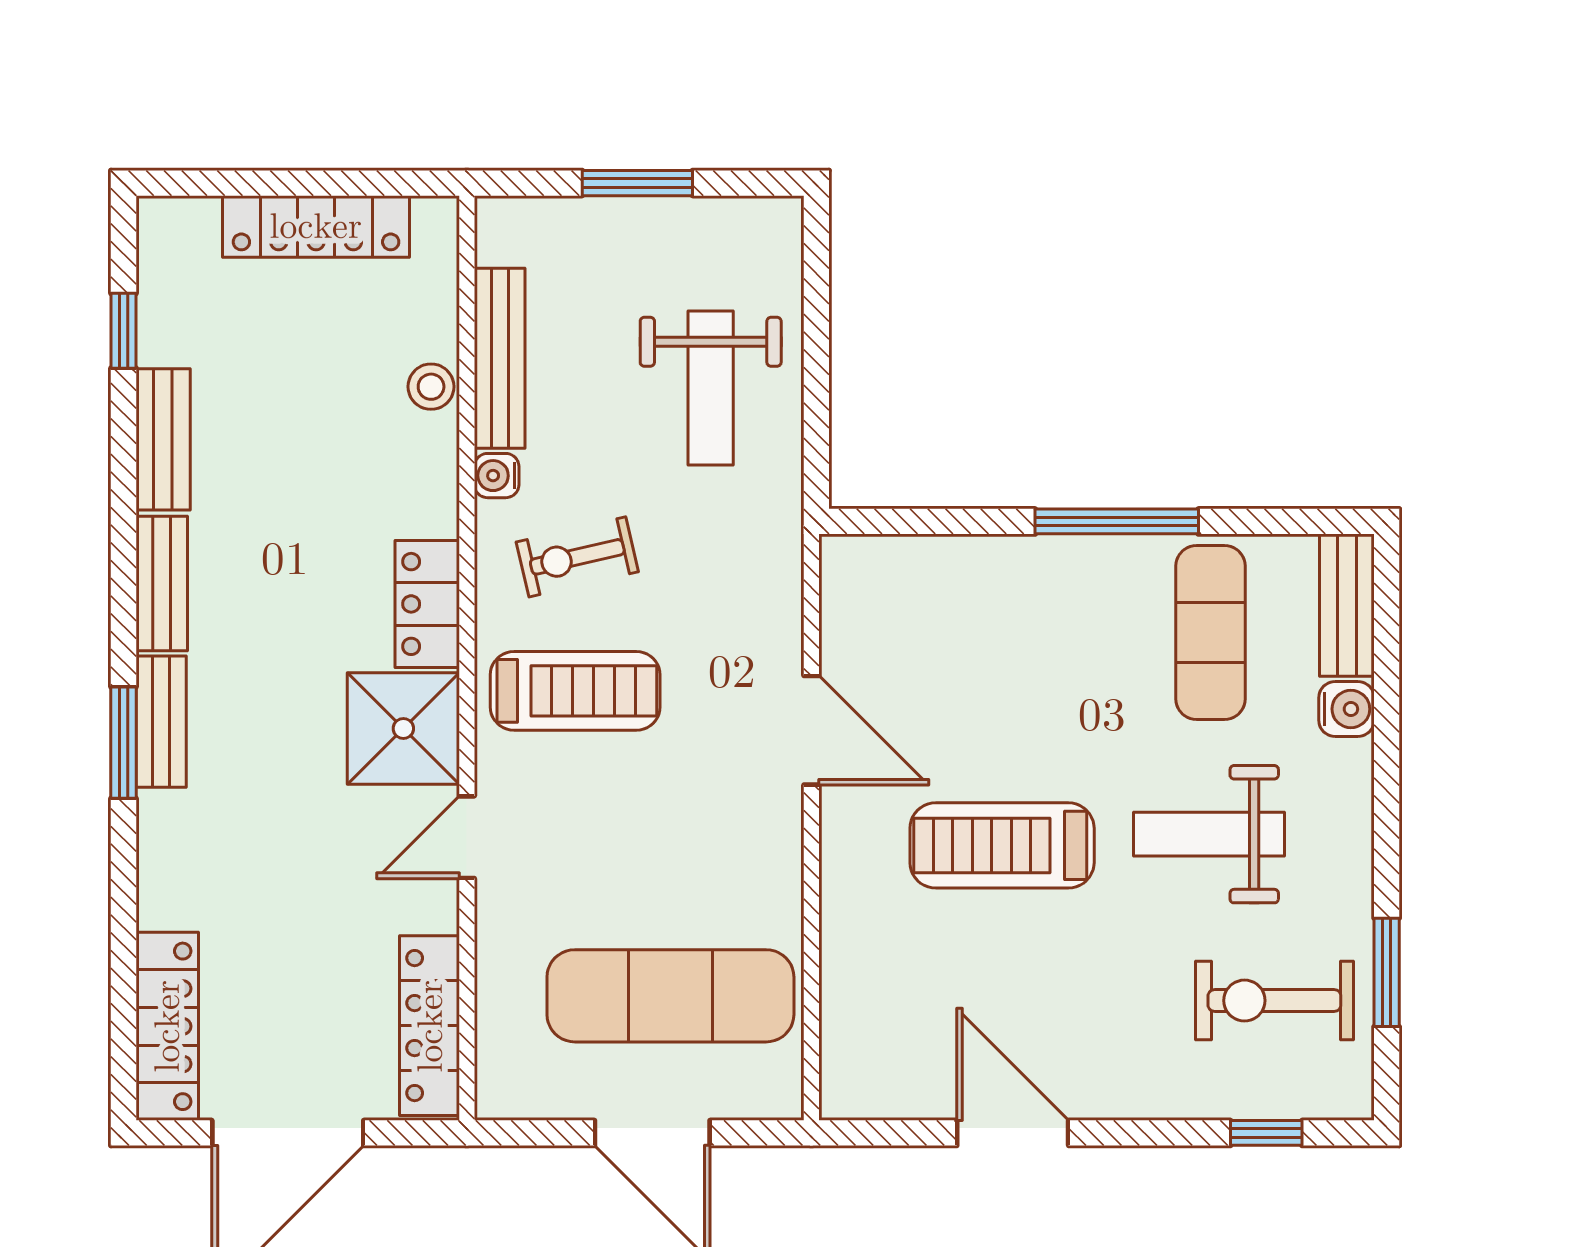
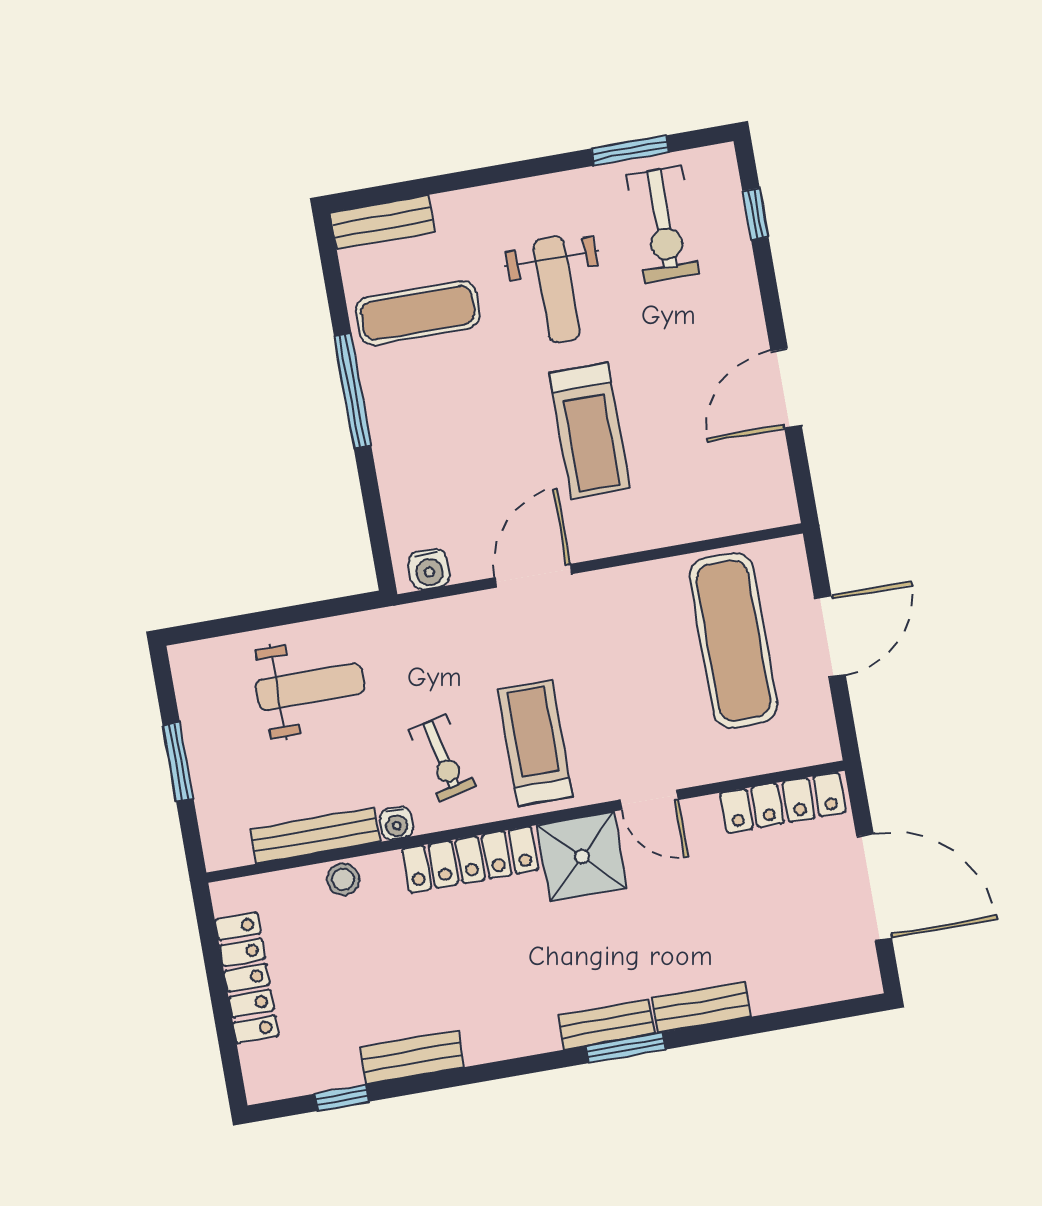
bench: (162, 584) -> (701, 1007), moved
locker: (427, 604) -> (470, 860), width x1.53
water cooler: (1346, 709) -> (429, 569), moved, turned 180
locker: (167, 1026) -> (815, 983), removed

